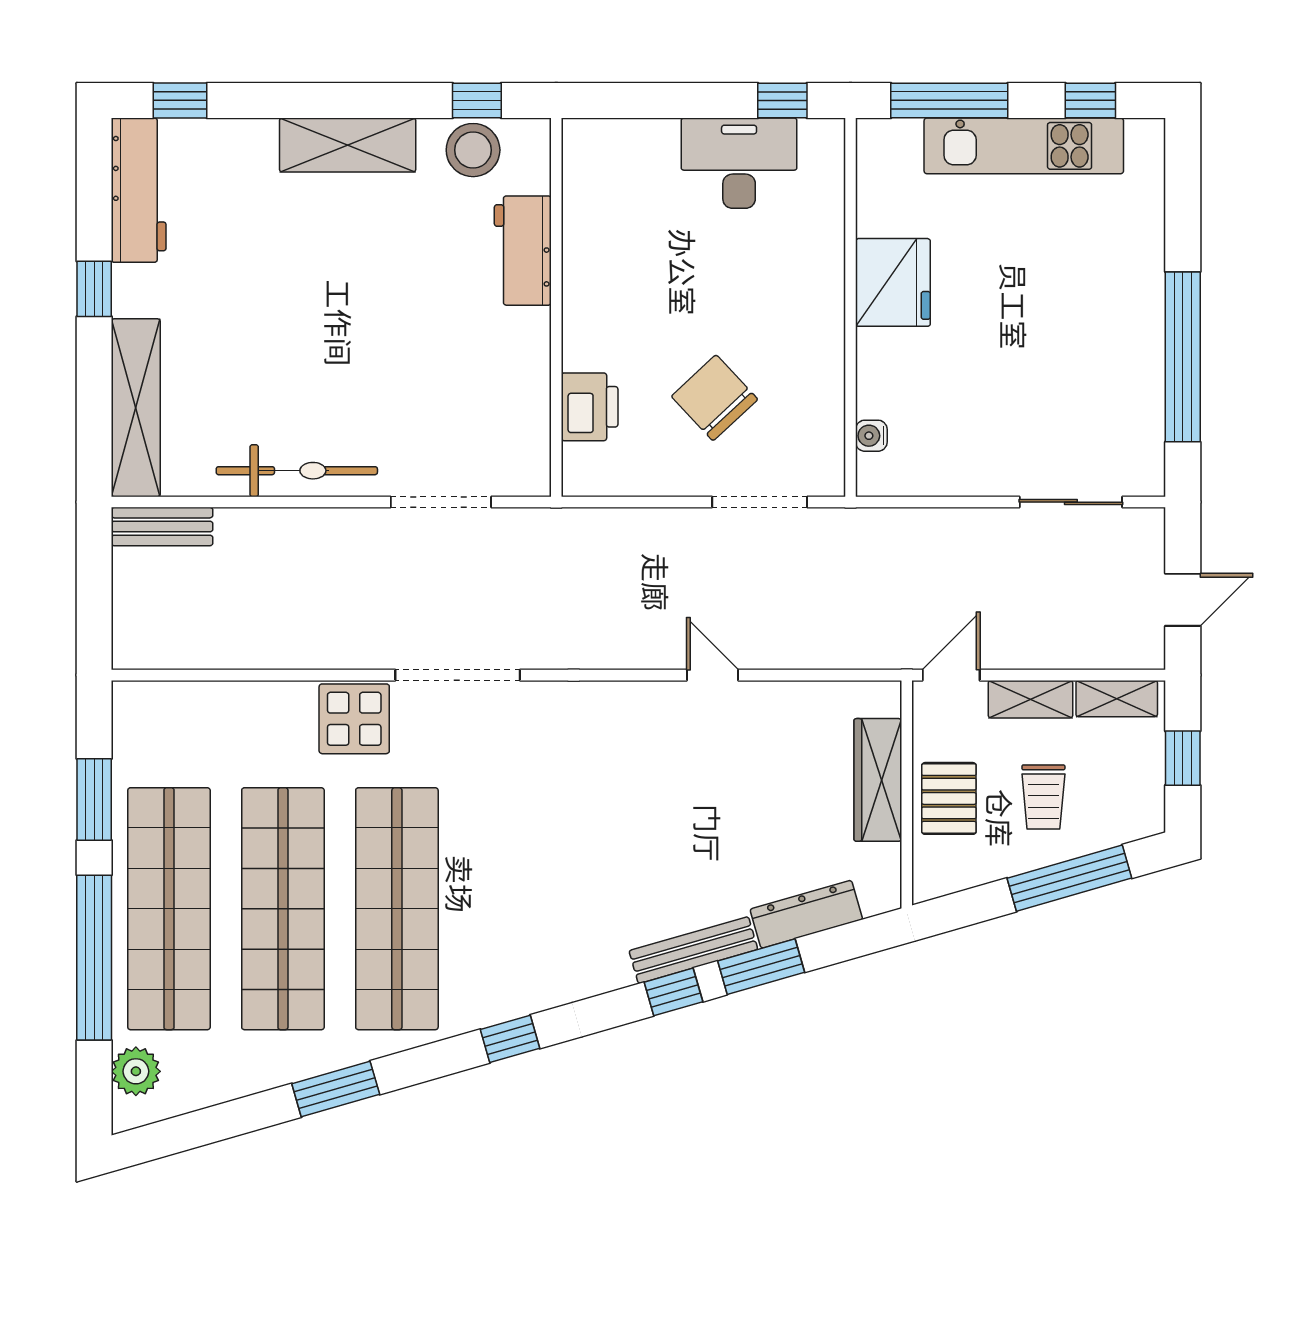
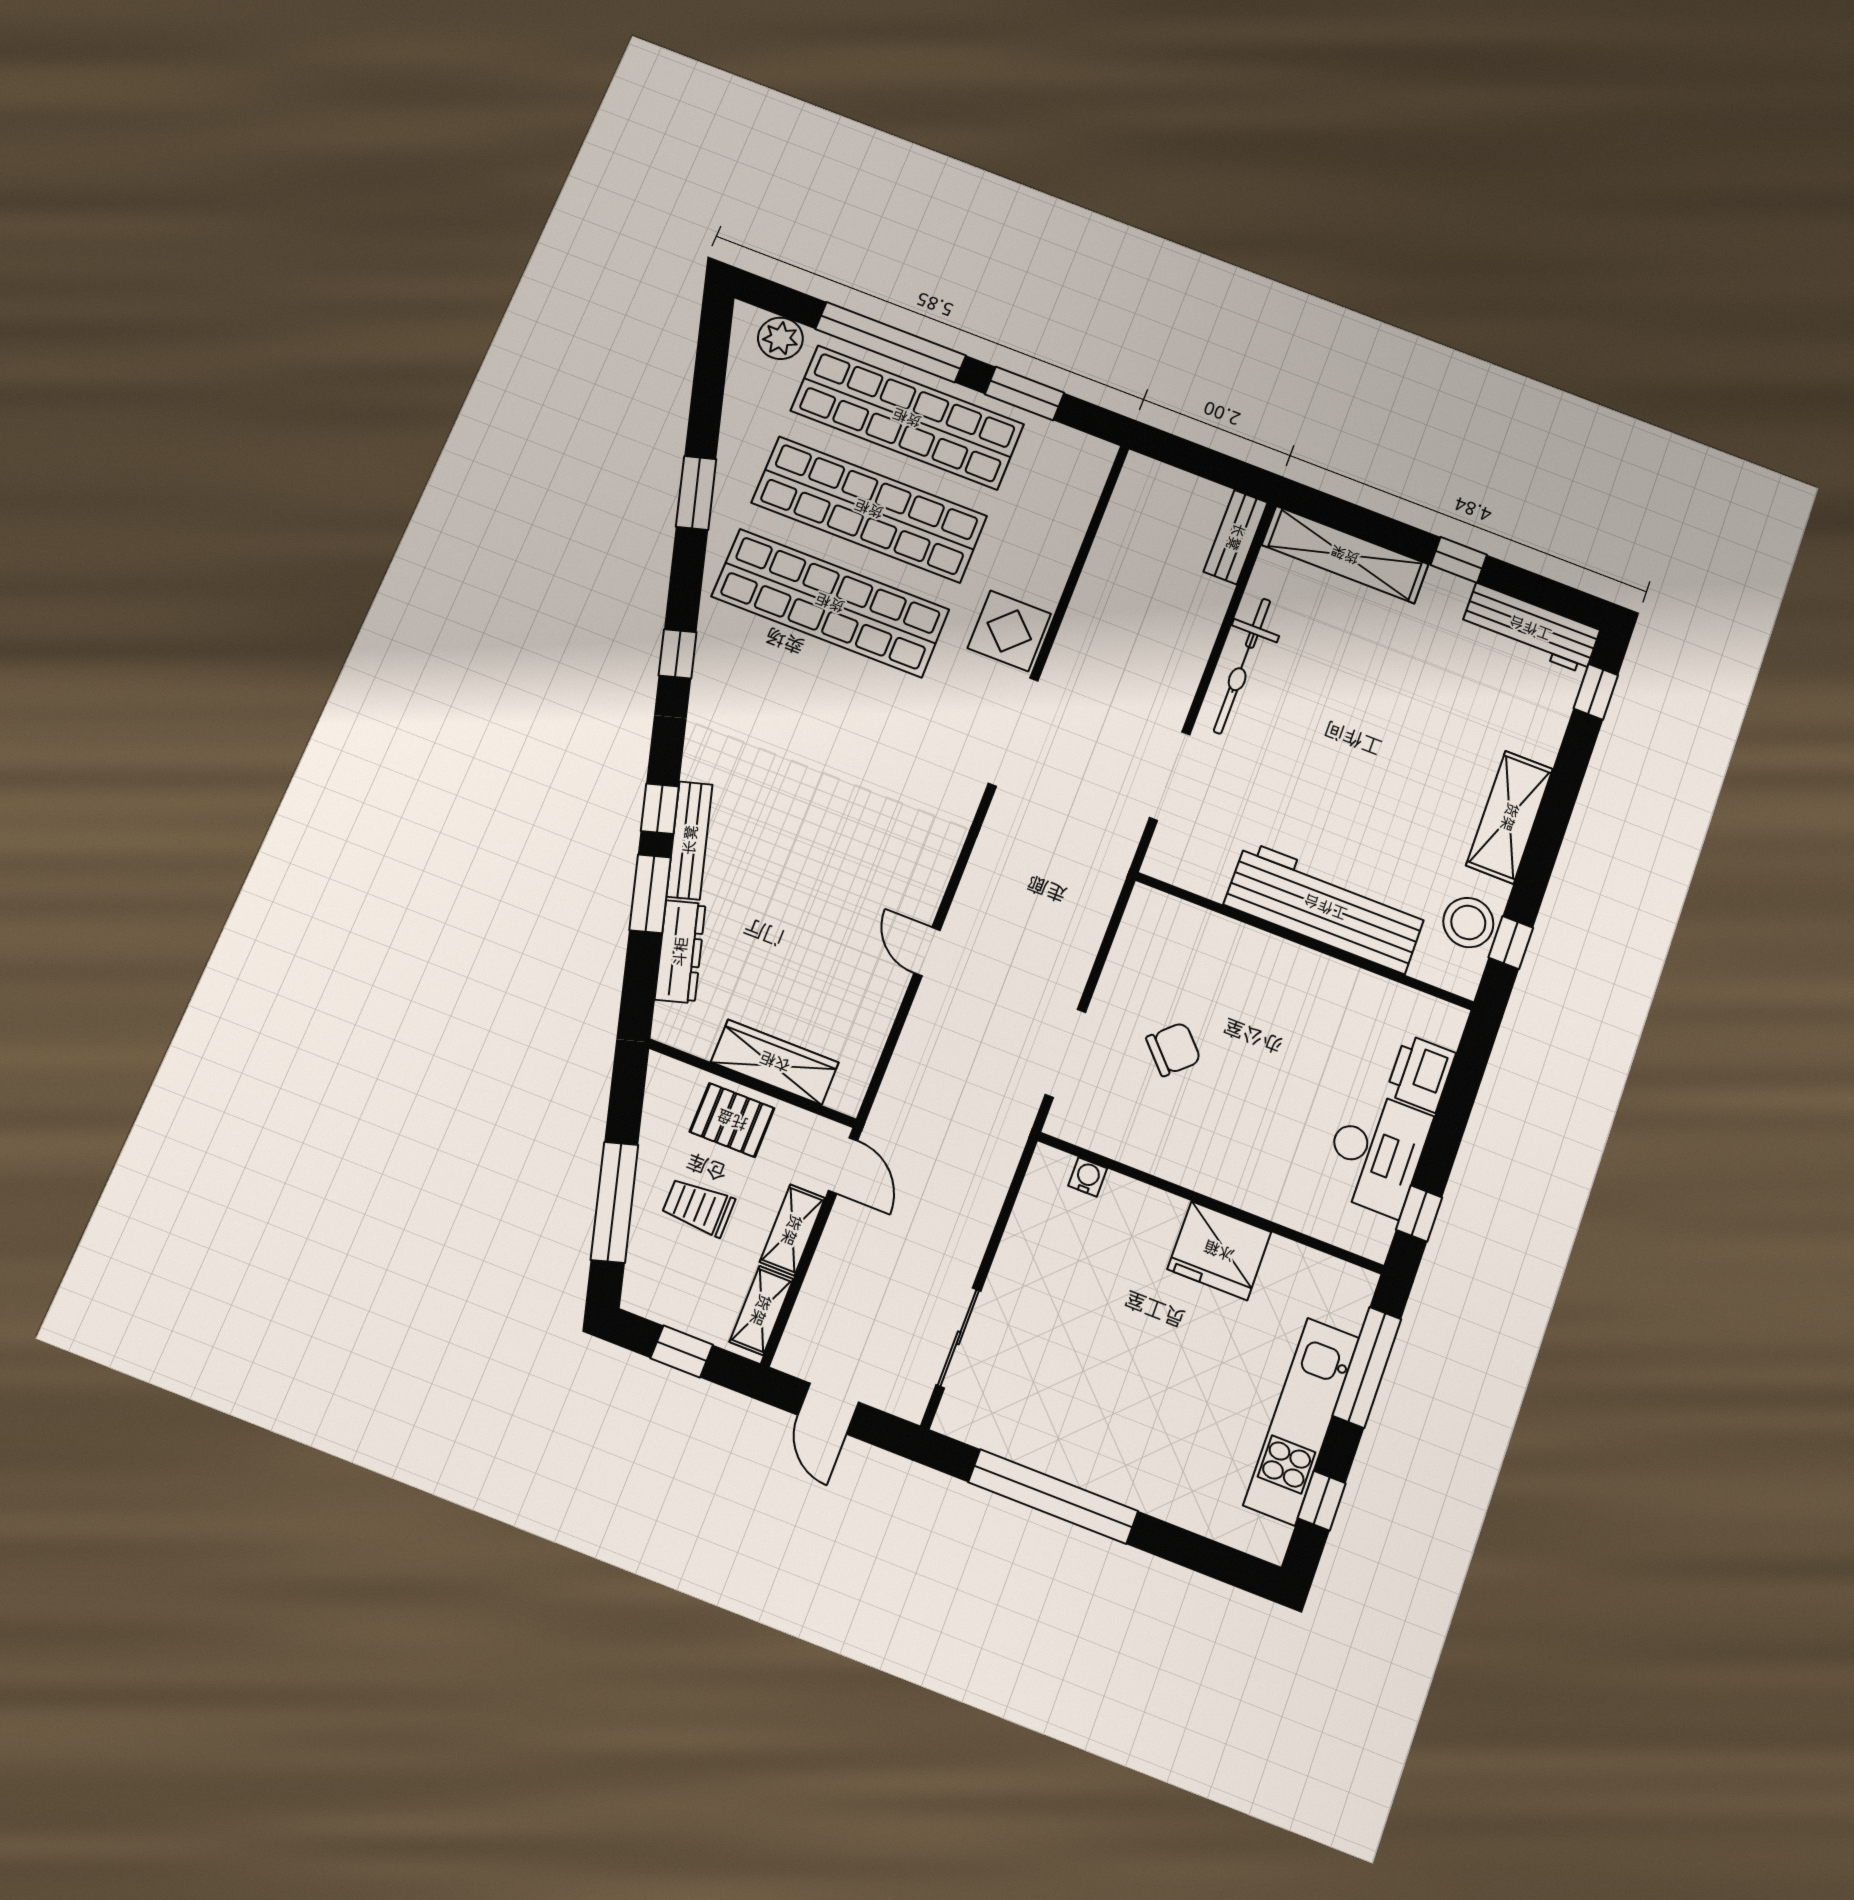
workbench: (523, 251) -> (1325, 907), width x1.88, depth x1.32
chair: (715, 398) -> (1174, 1049), width x0.73, depth x0.73
printer: (590, 407) -> (1421, 1073), moved, turned 90
door: (713, 675) -> (927, 952), swing flipped

